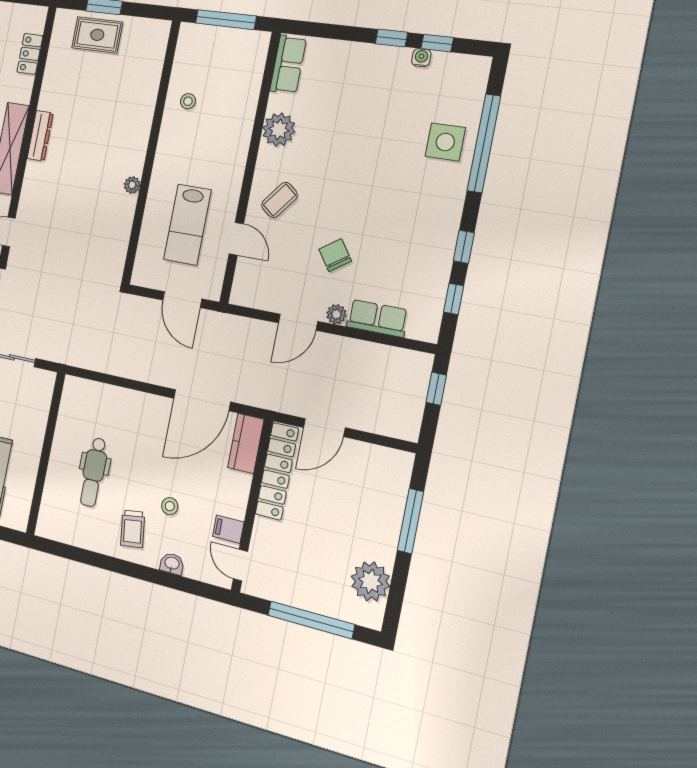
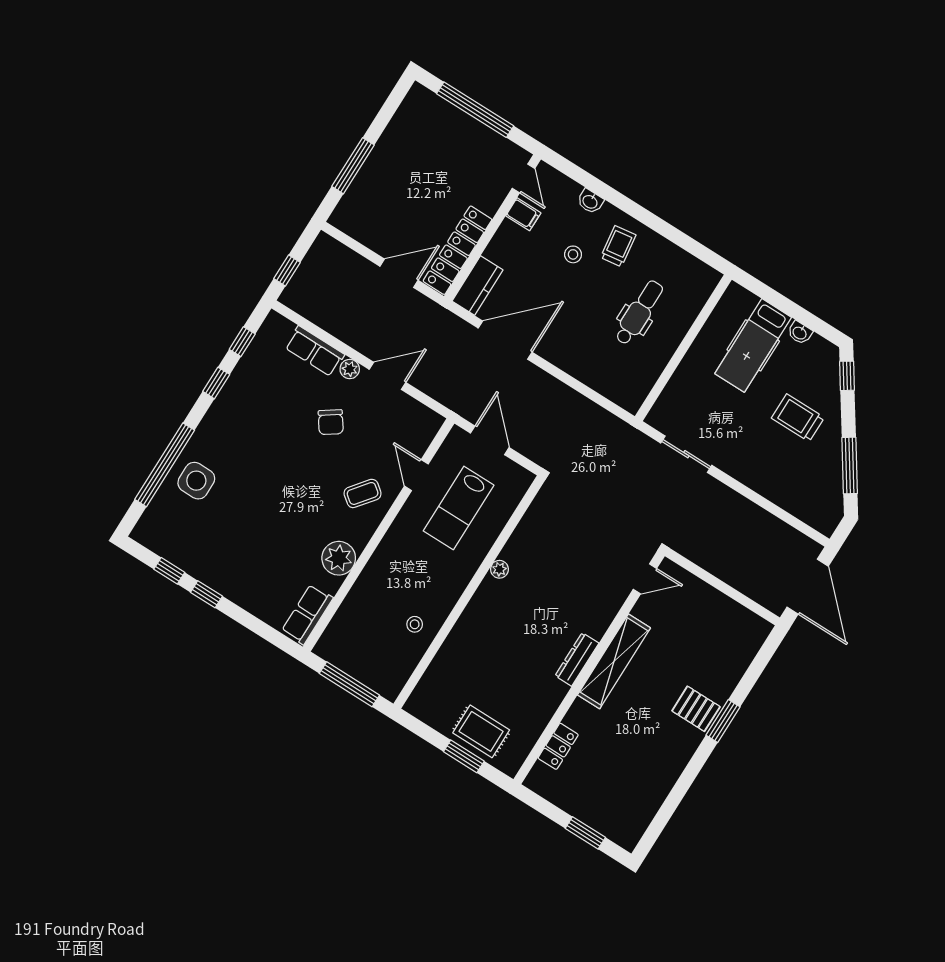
water cooler: (421, 58) -> (188, 564), removed
lab bench: (187, 225) -> (459, 508), turned 180
plant: (370, 581) -> (408, 126), removed

